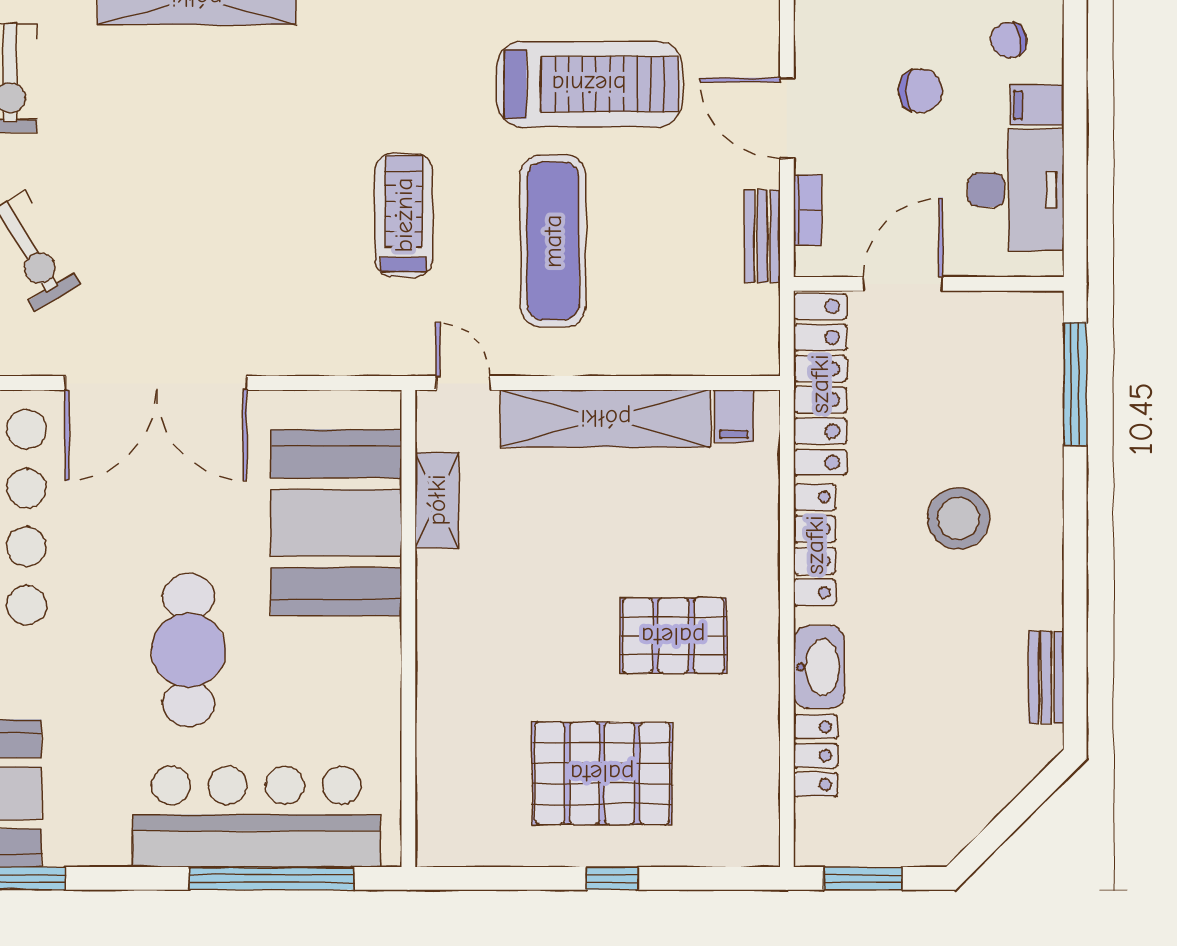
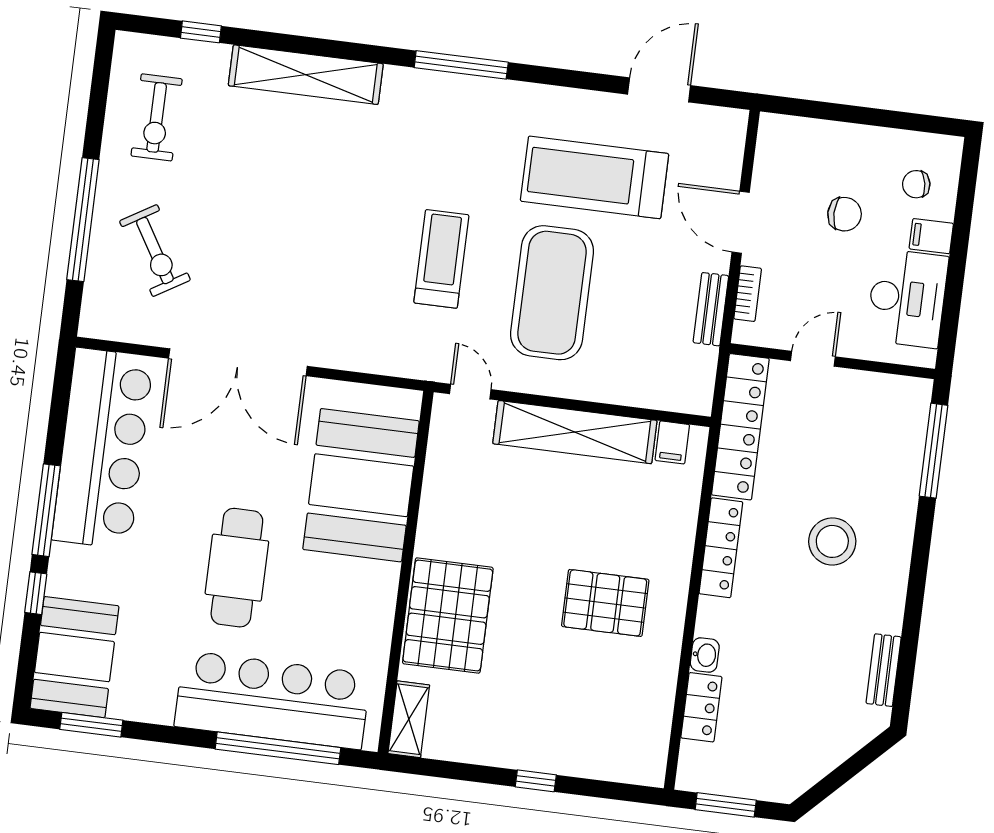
treadmill: (589, 84) -> (595, 177), turned 180
exercise mat: (553, 241) -> (552, 293), width x1.47
door: (903, 284) -> (813, 359), width x0.73
shelving: (437, 500) -> (409, 719), moved
washbasin: (819, 667) -> (705, 655), width x0.52, depth x0.69
pallet: (602, 773) -> (448, 616), moved, turned 90

